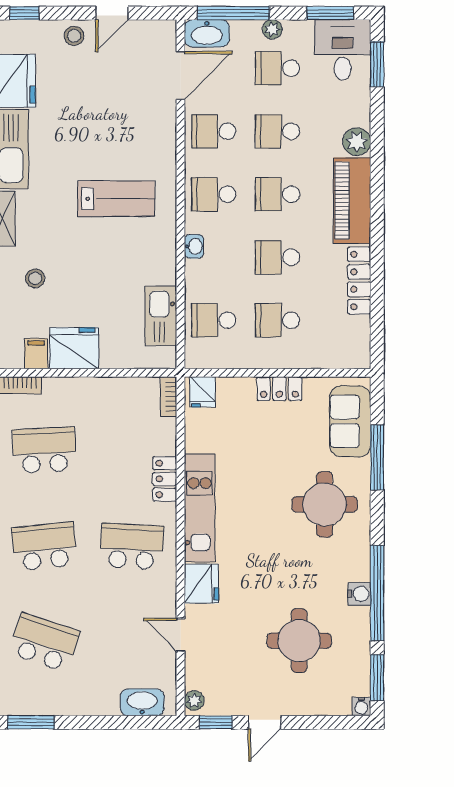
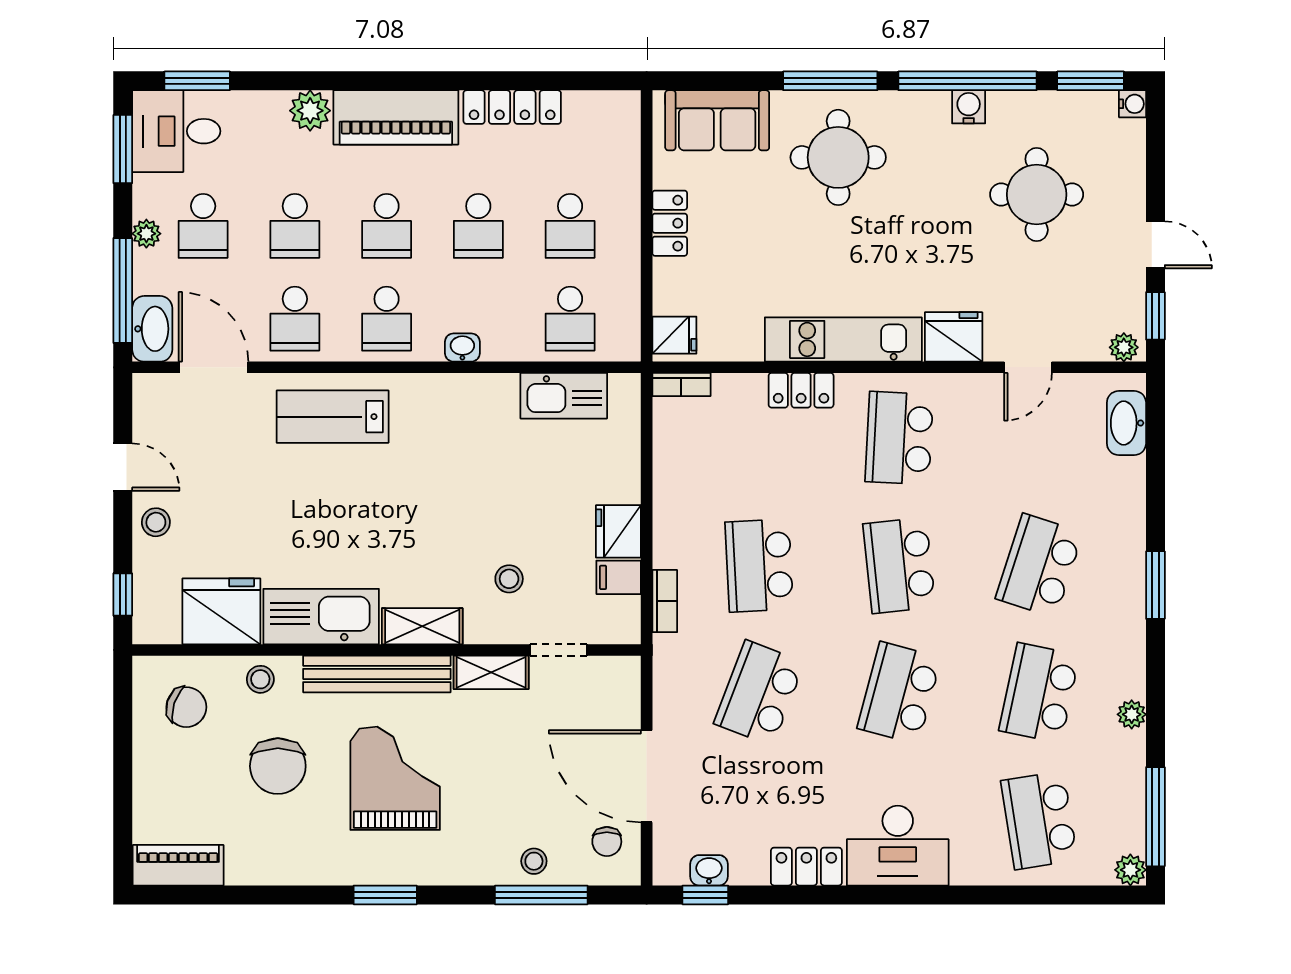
lab bench: (116, 199) -> (333, 417), moved, turned -90
fridge: (74, 348) -> (618, 531), width x0.73, depth x0.75
window: (377, 458) -> (830, 81), moved

